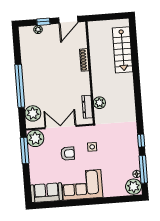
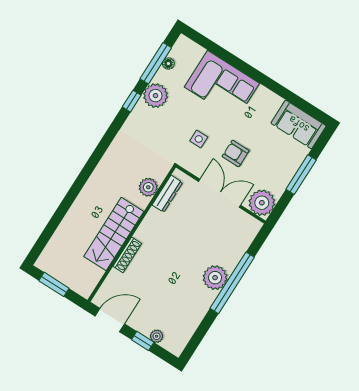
window: (111, 17) -> (54, 284), added
stairs: (123, 50) -> (114, 234), moved, turned 180
plant: (33, 113) -> (215, 278), moved
double door: (61, 127) -> (220, 193), swing flipped
window: (25, 150) -> (301, 175), moved
corner sofa: (82, 185) -> (222, 85), moved
plant: (134, 187) -> (156, 96), moved

